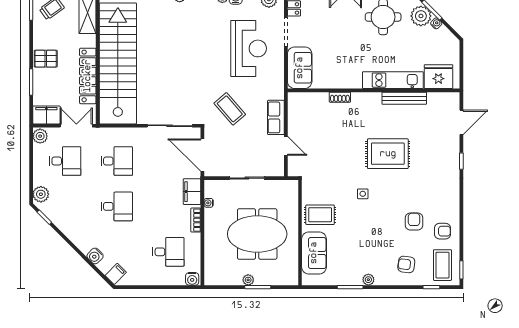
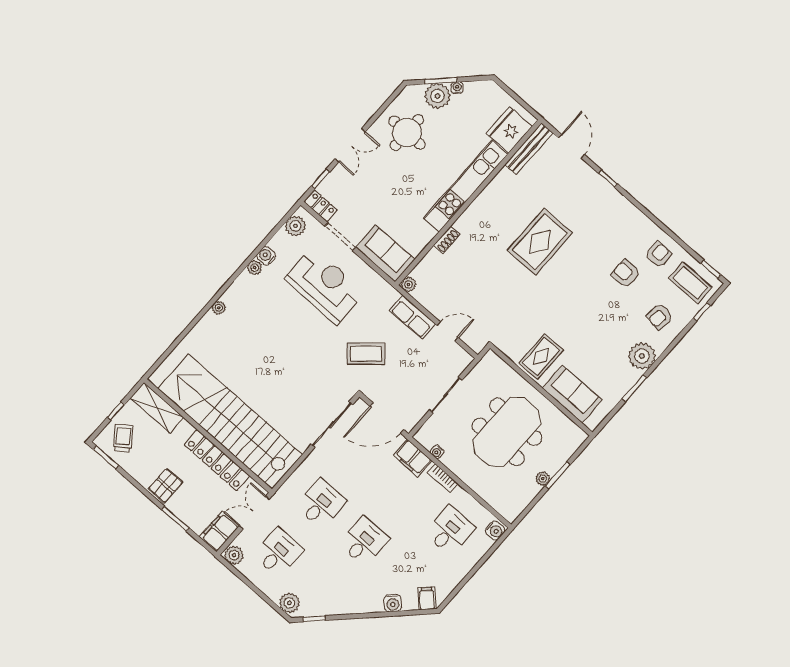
kitchen unit: (393, 80) -> (465, 186), width x1.36
plant: (293, 98) -> (409, 284), added
bench: (404, 98) -> (529, 149), moved
side table: (363, 194) -> (557, 299), removed
plant: (368, 280) -> (642, 356), width x1.88, depth x1.88

